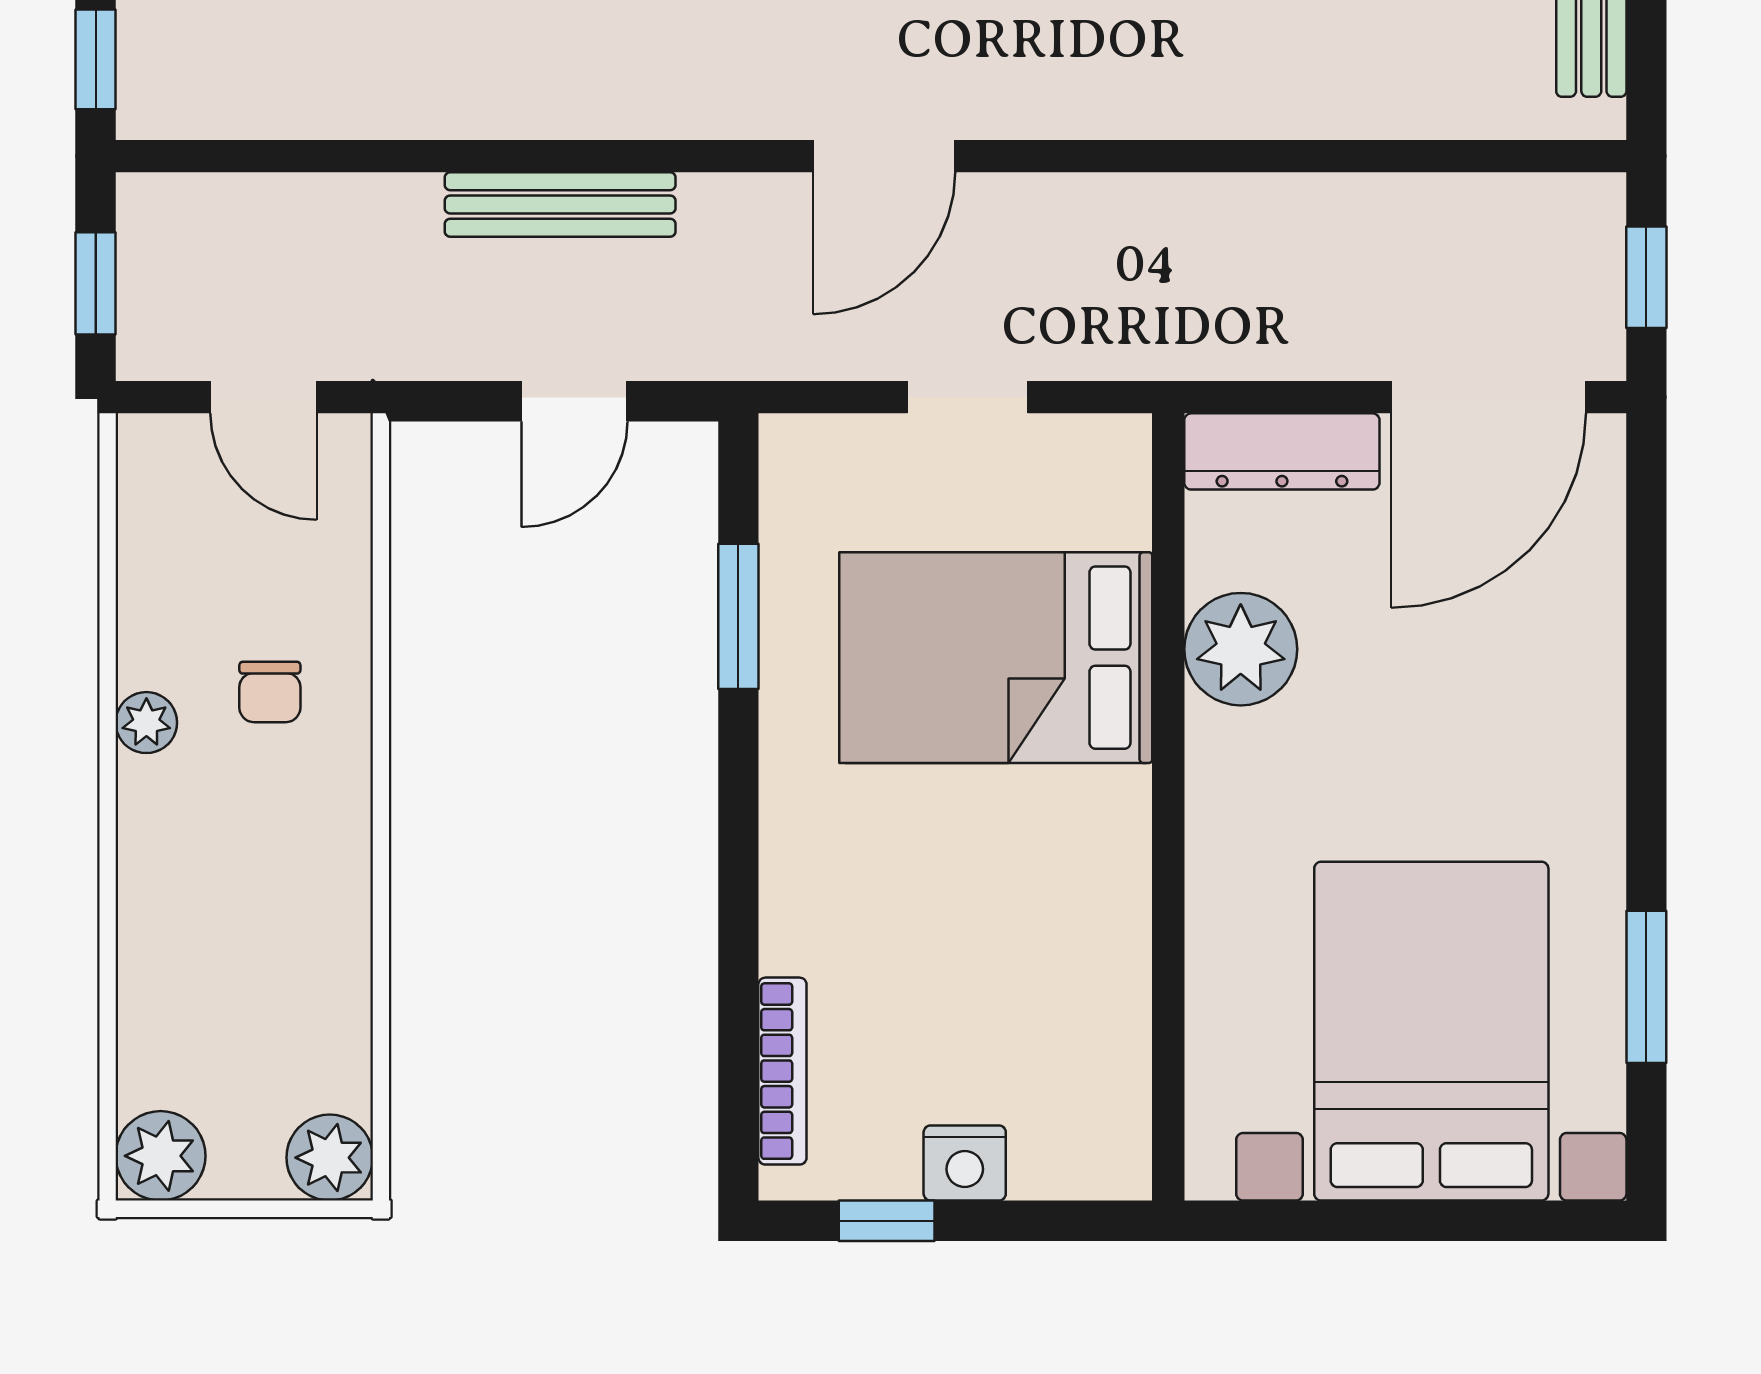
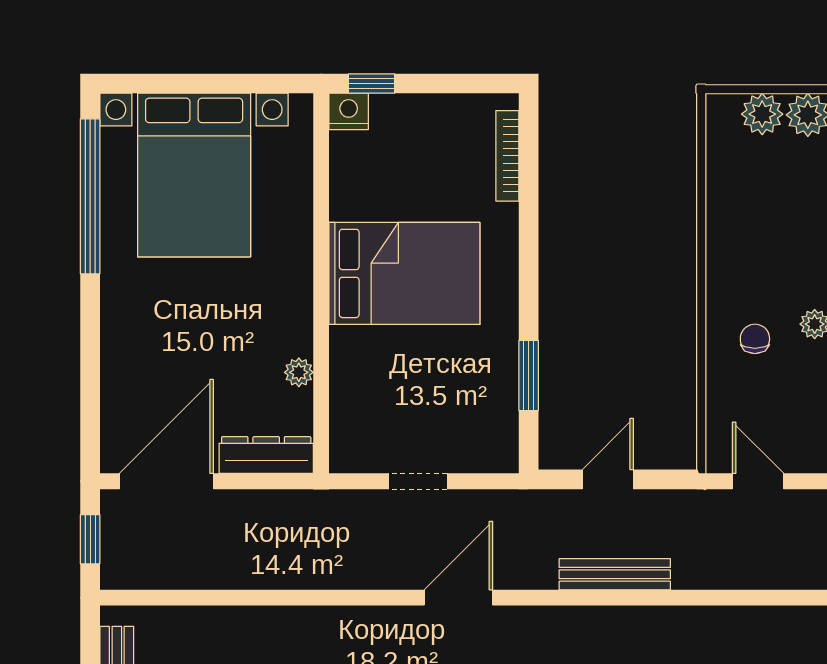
plant: (1241, 649) -> (299, 372), width x0.53, depth x0.53
bed: (996, 658) -> (404, 273), moved
window: (1646, 987) -> (90, 196), width x2.11
plant: (330, 1158) -> (762, 114), moved
nightstand: (965, 1163) -> (349, 111), moved
window: (887, 1221) -> (372, 83), moved

